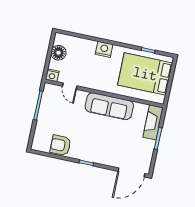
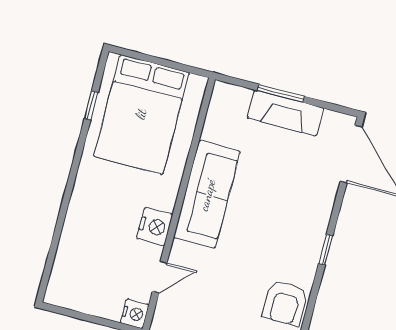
nightstand: (104, 49) -> (155, 227), moved, turned 180
floor lamp: (58, 53) -> (87, 298), removed
fireplace: (153, 122) -> (285, 113), moved

